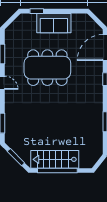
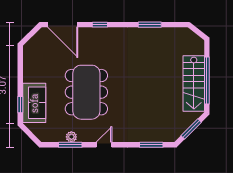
sofa: (54, 23) -> (34, 103), moved
plant: (9, 55) -> (71, 137), added

